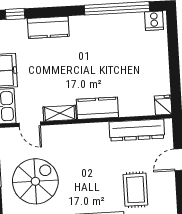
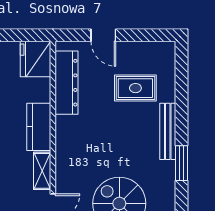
fridge: (163, 105) -> (35, 59), width x1.88, depth x1.34

